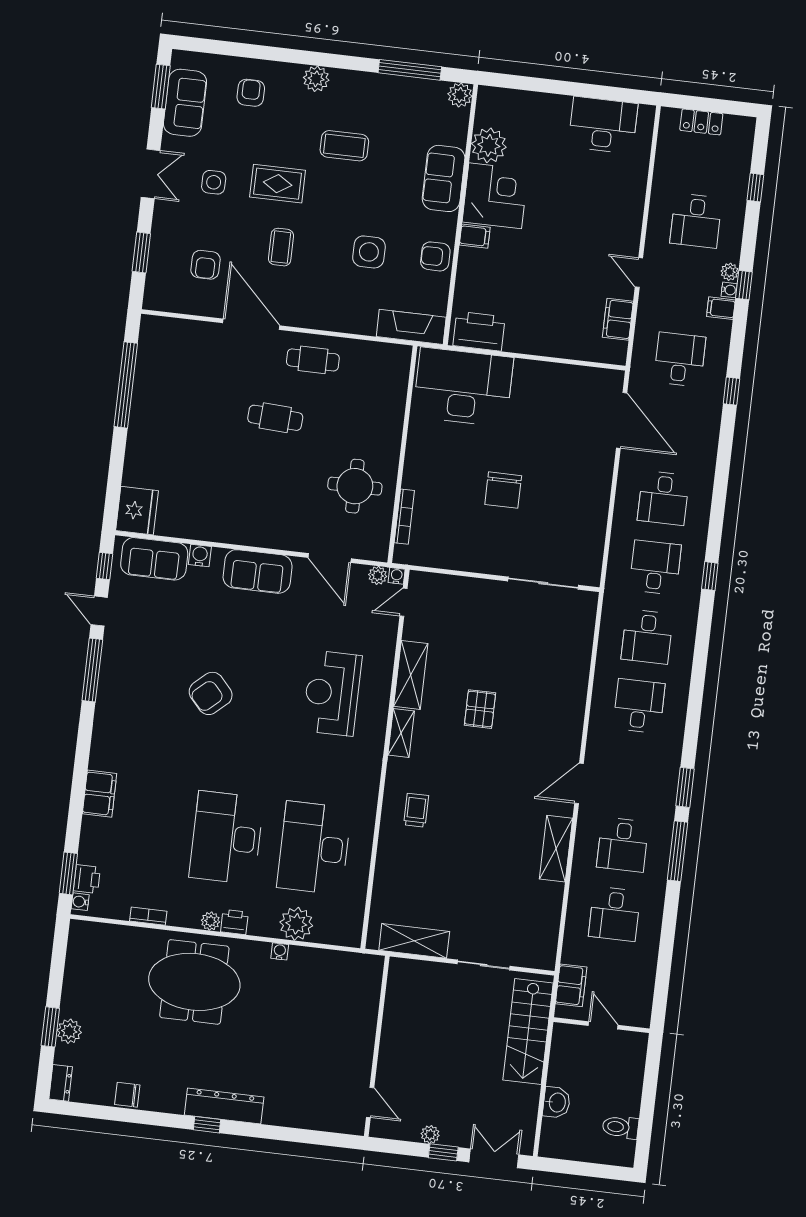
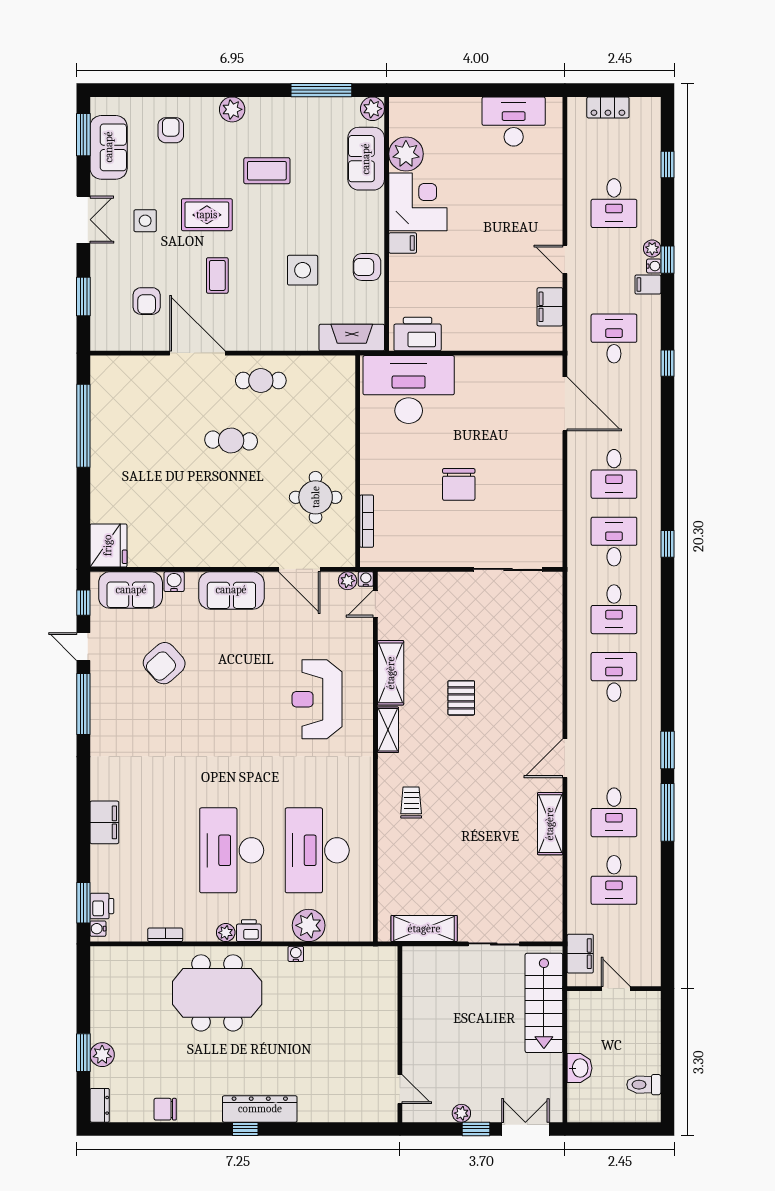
sofa: (444, 178) -> (366, 159), moved
armchair: (211, 693) -> (164, 663), moved

